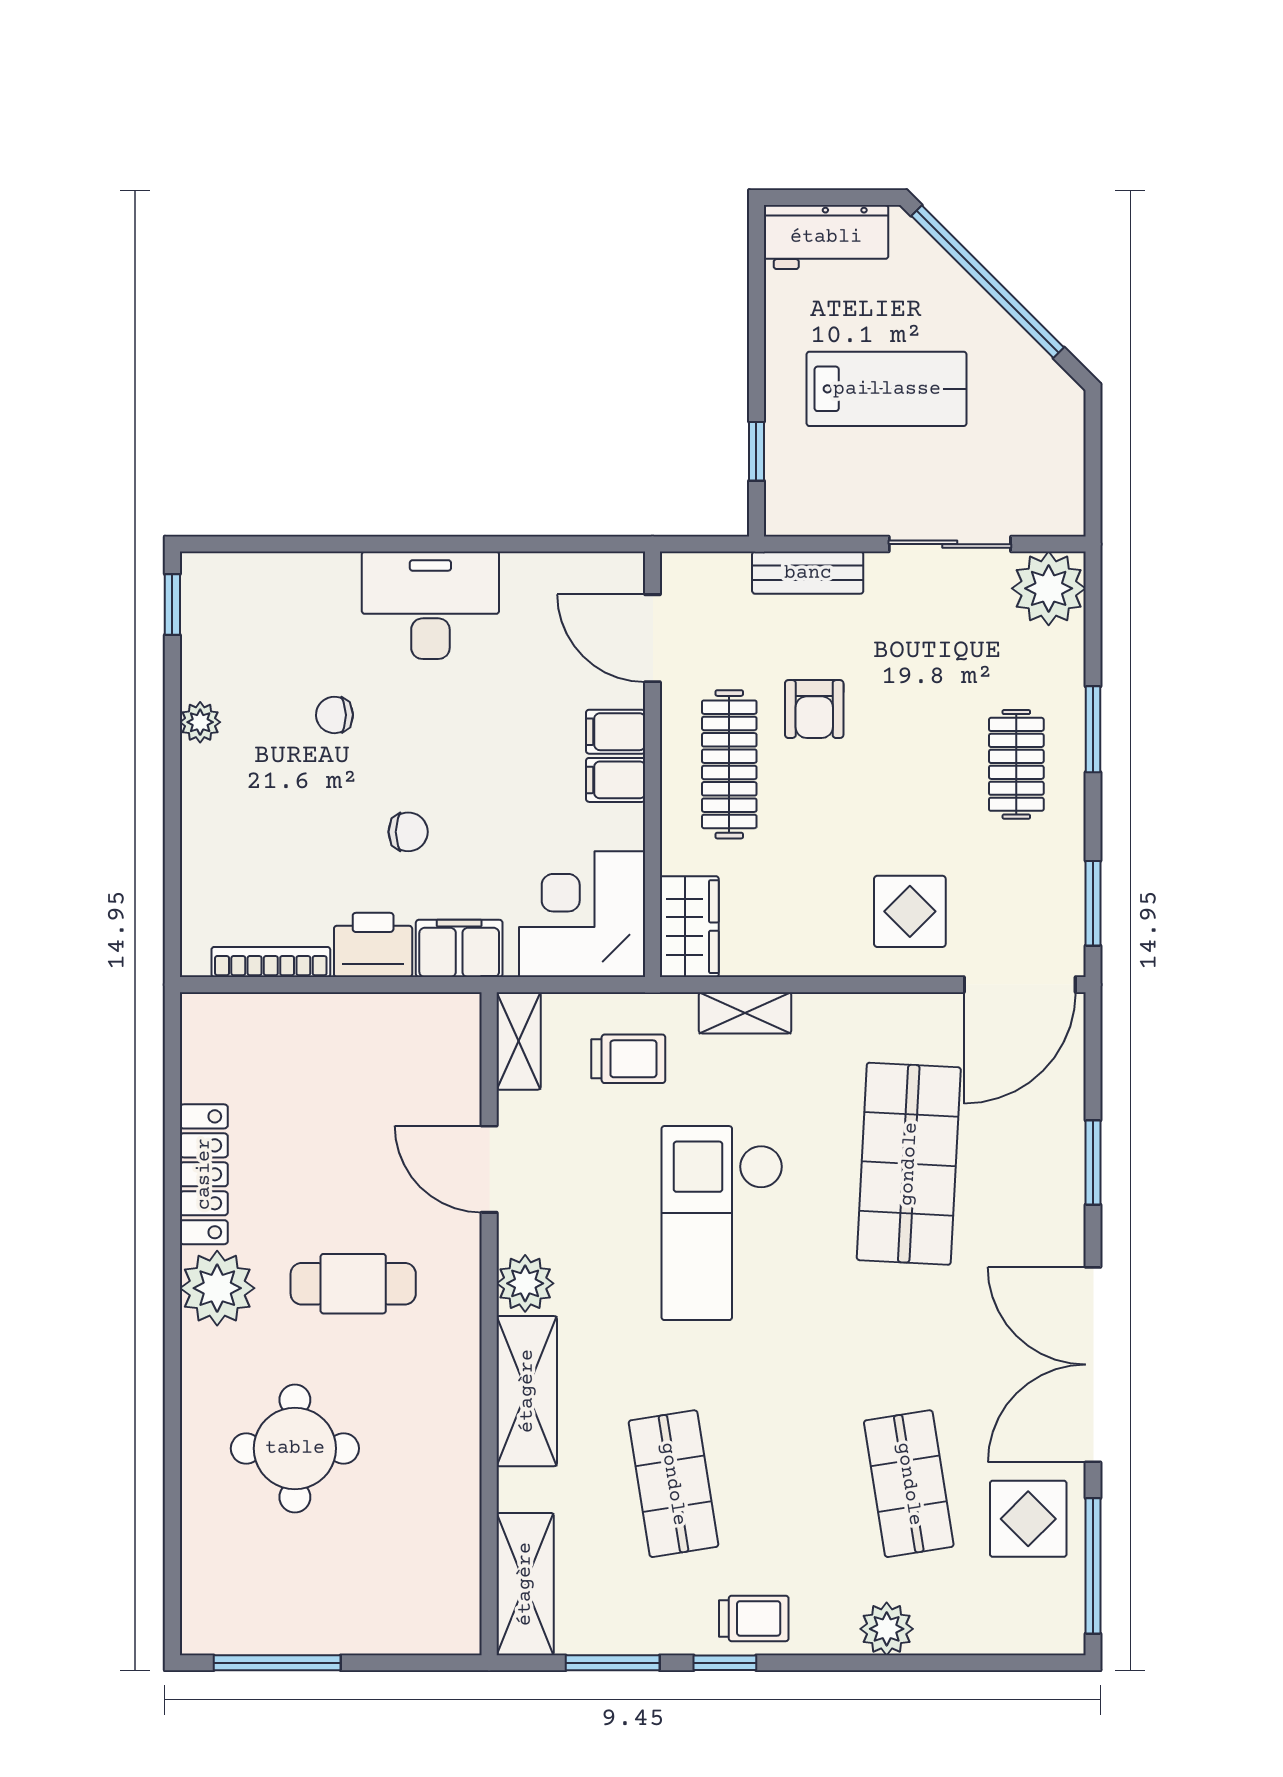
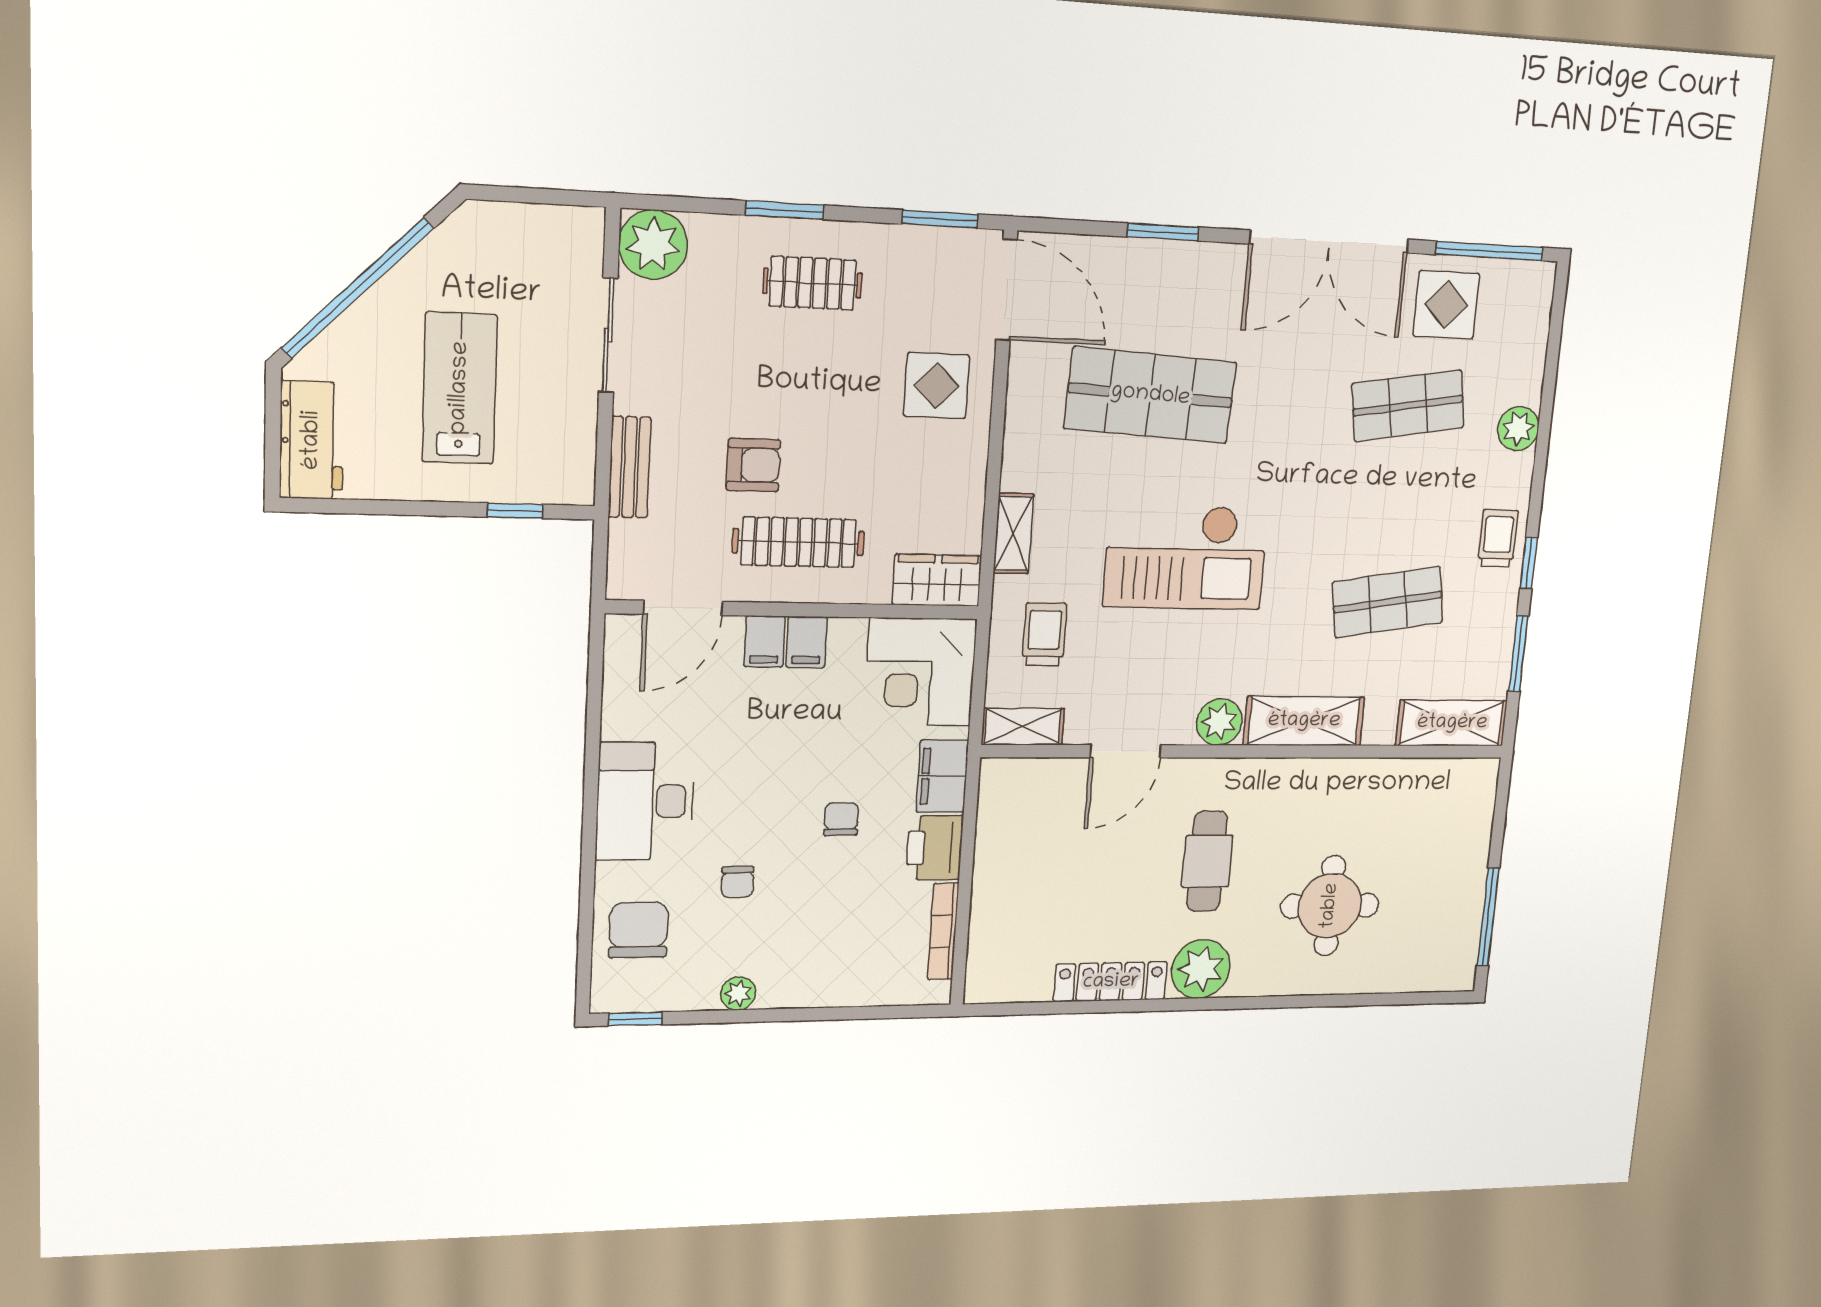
chair: (279, 604) -> (639, 930), added

